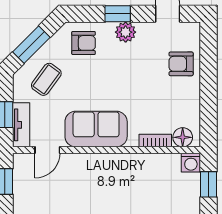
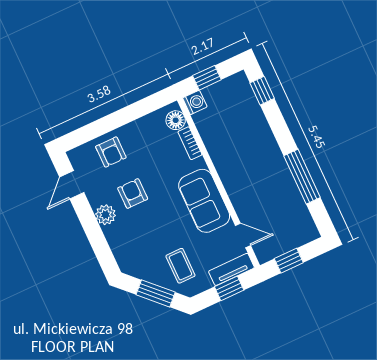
window: (118, 14) -> (92, 229), removed
armchair: (84, 43) -> (133, 193), moved
coffee table: (46, 79) -> (180, 266), turned 54

